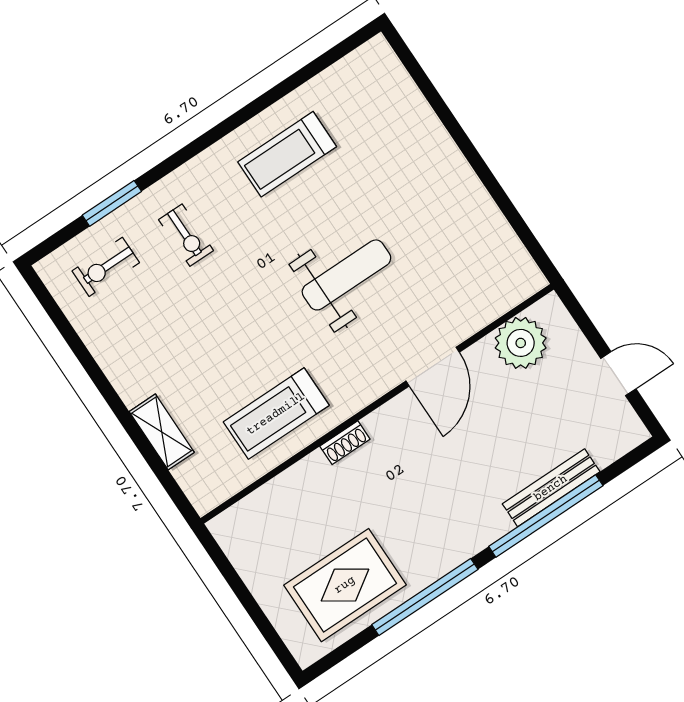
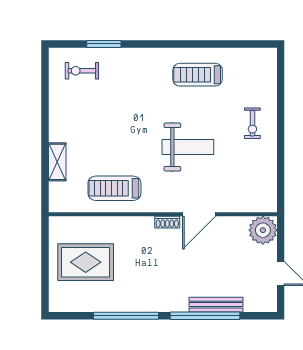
exercise bike: (186, 235) -> (252, 123), moved
plant: (521, 343) -> (263, 230), moved
shoe rack: (345, 443) -> (167, 222), moved
rug: (345, 585) -> (86, 262), moved

